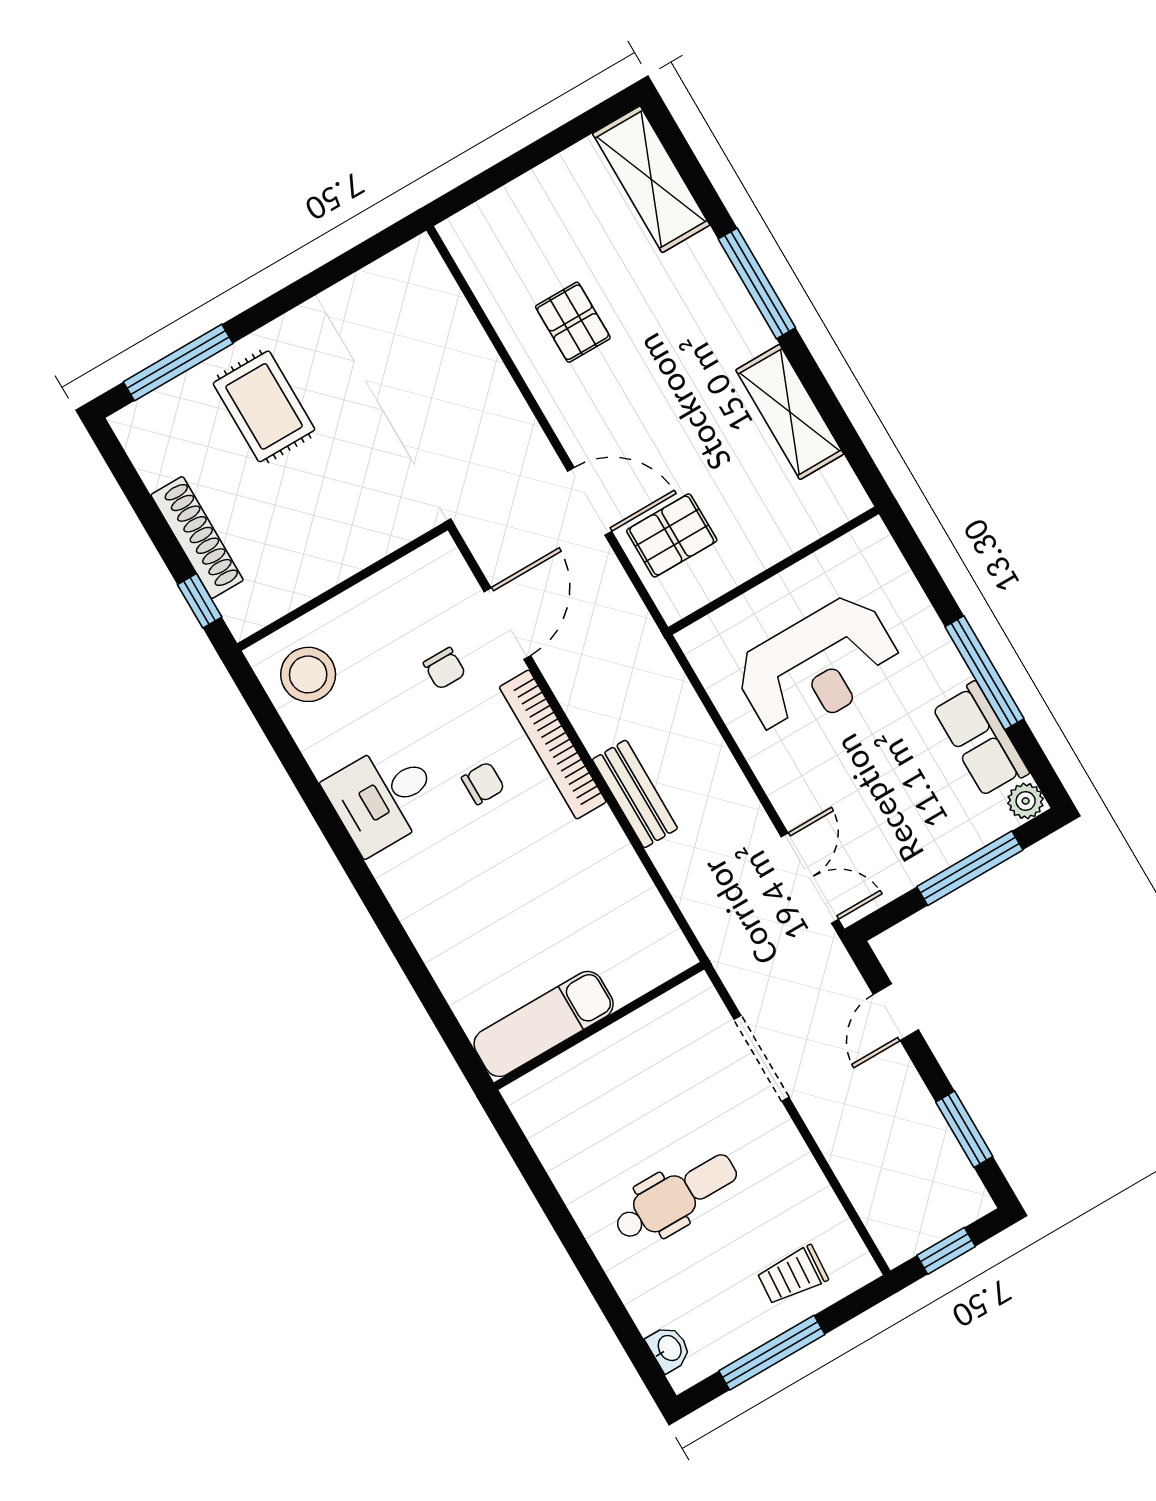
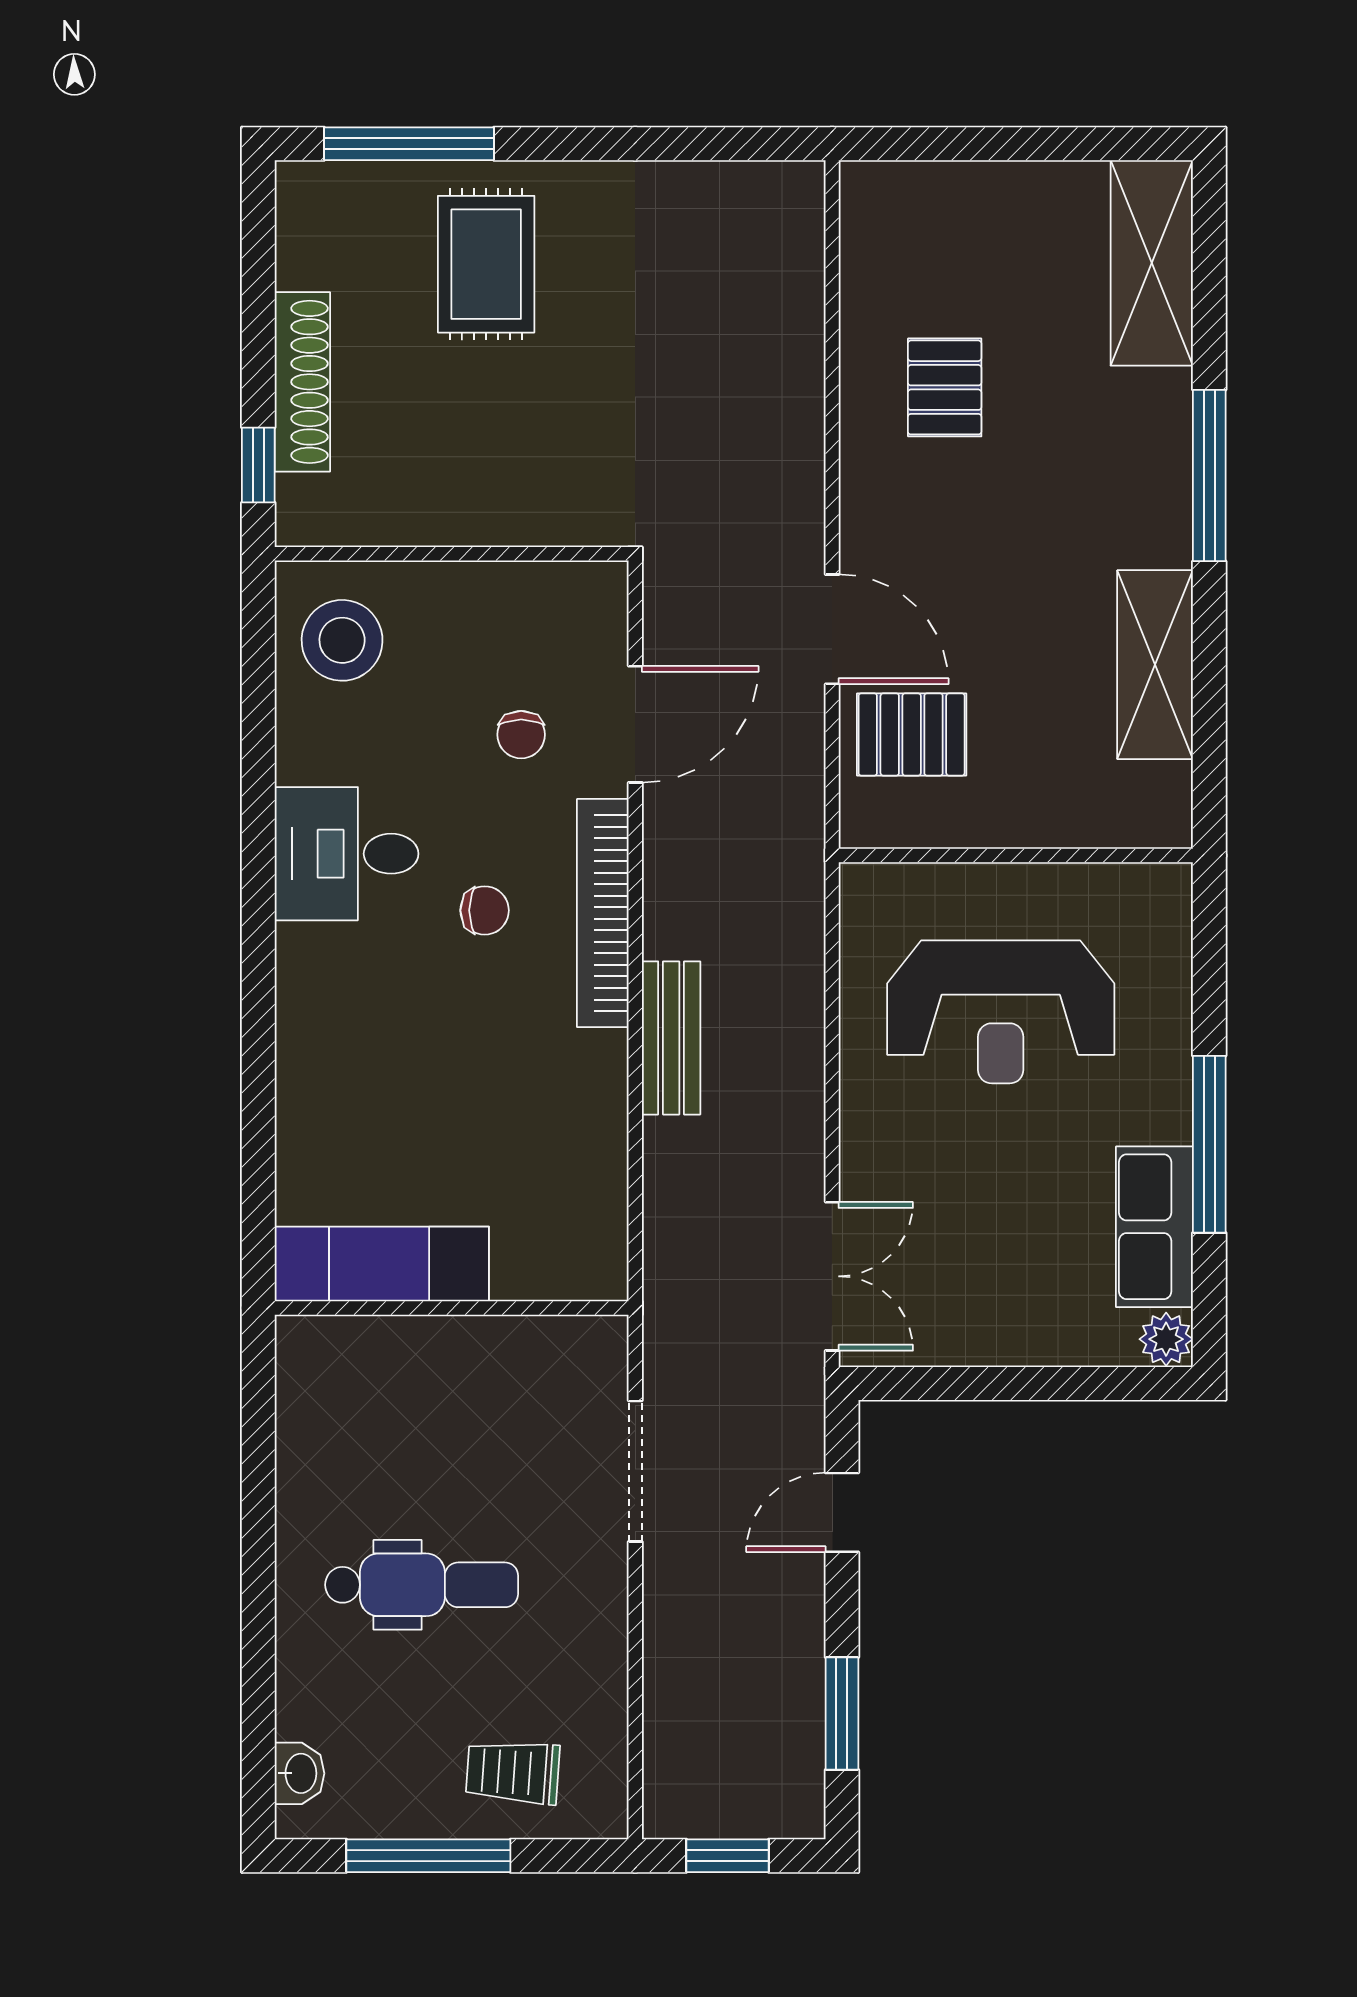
window: (970, 868) -> (1044, 1383), removed

